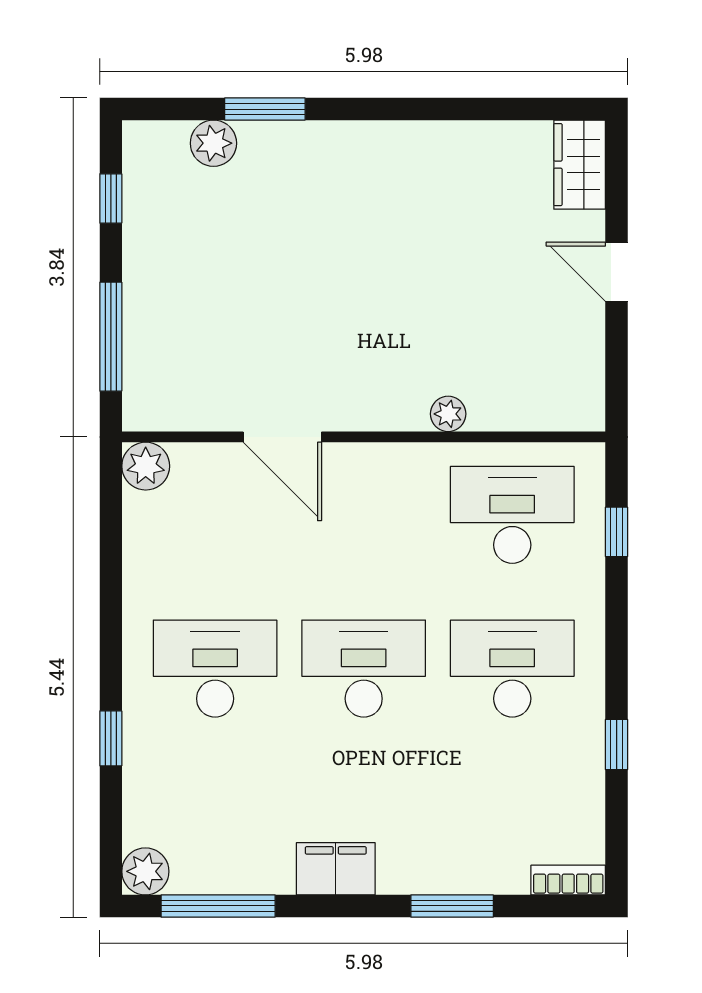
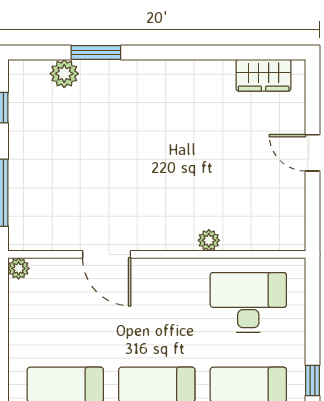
wardrobe: (580, 165) -> (264, 75), moved, turned -90
plant: (146, 466) -> (19, 268), width x0.73, depth x0.73
window: (617, 532) -> (313, 380), moved

